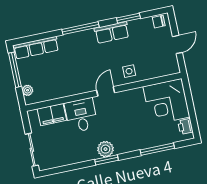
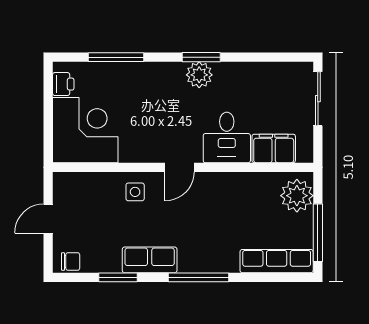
plant: (28, 90) -> (297, 196), width x1.87, depth x1.87

